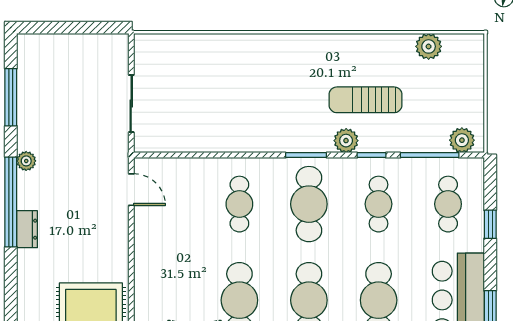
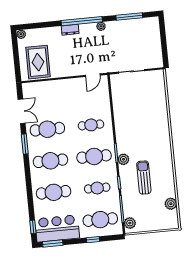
plant: (346, 141) -> (123, 159), moved
cafe table: (448, 204) -> (100, 220), width x1.37, depth x1.35

